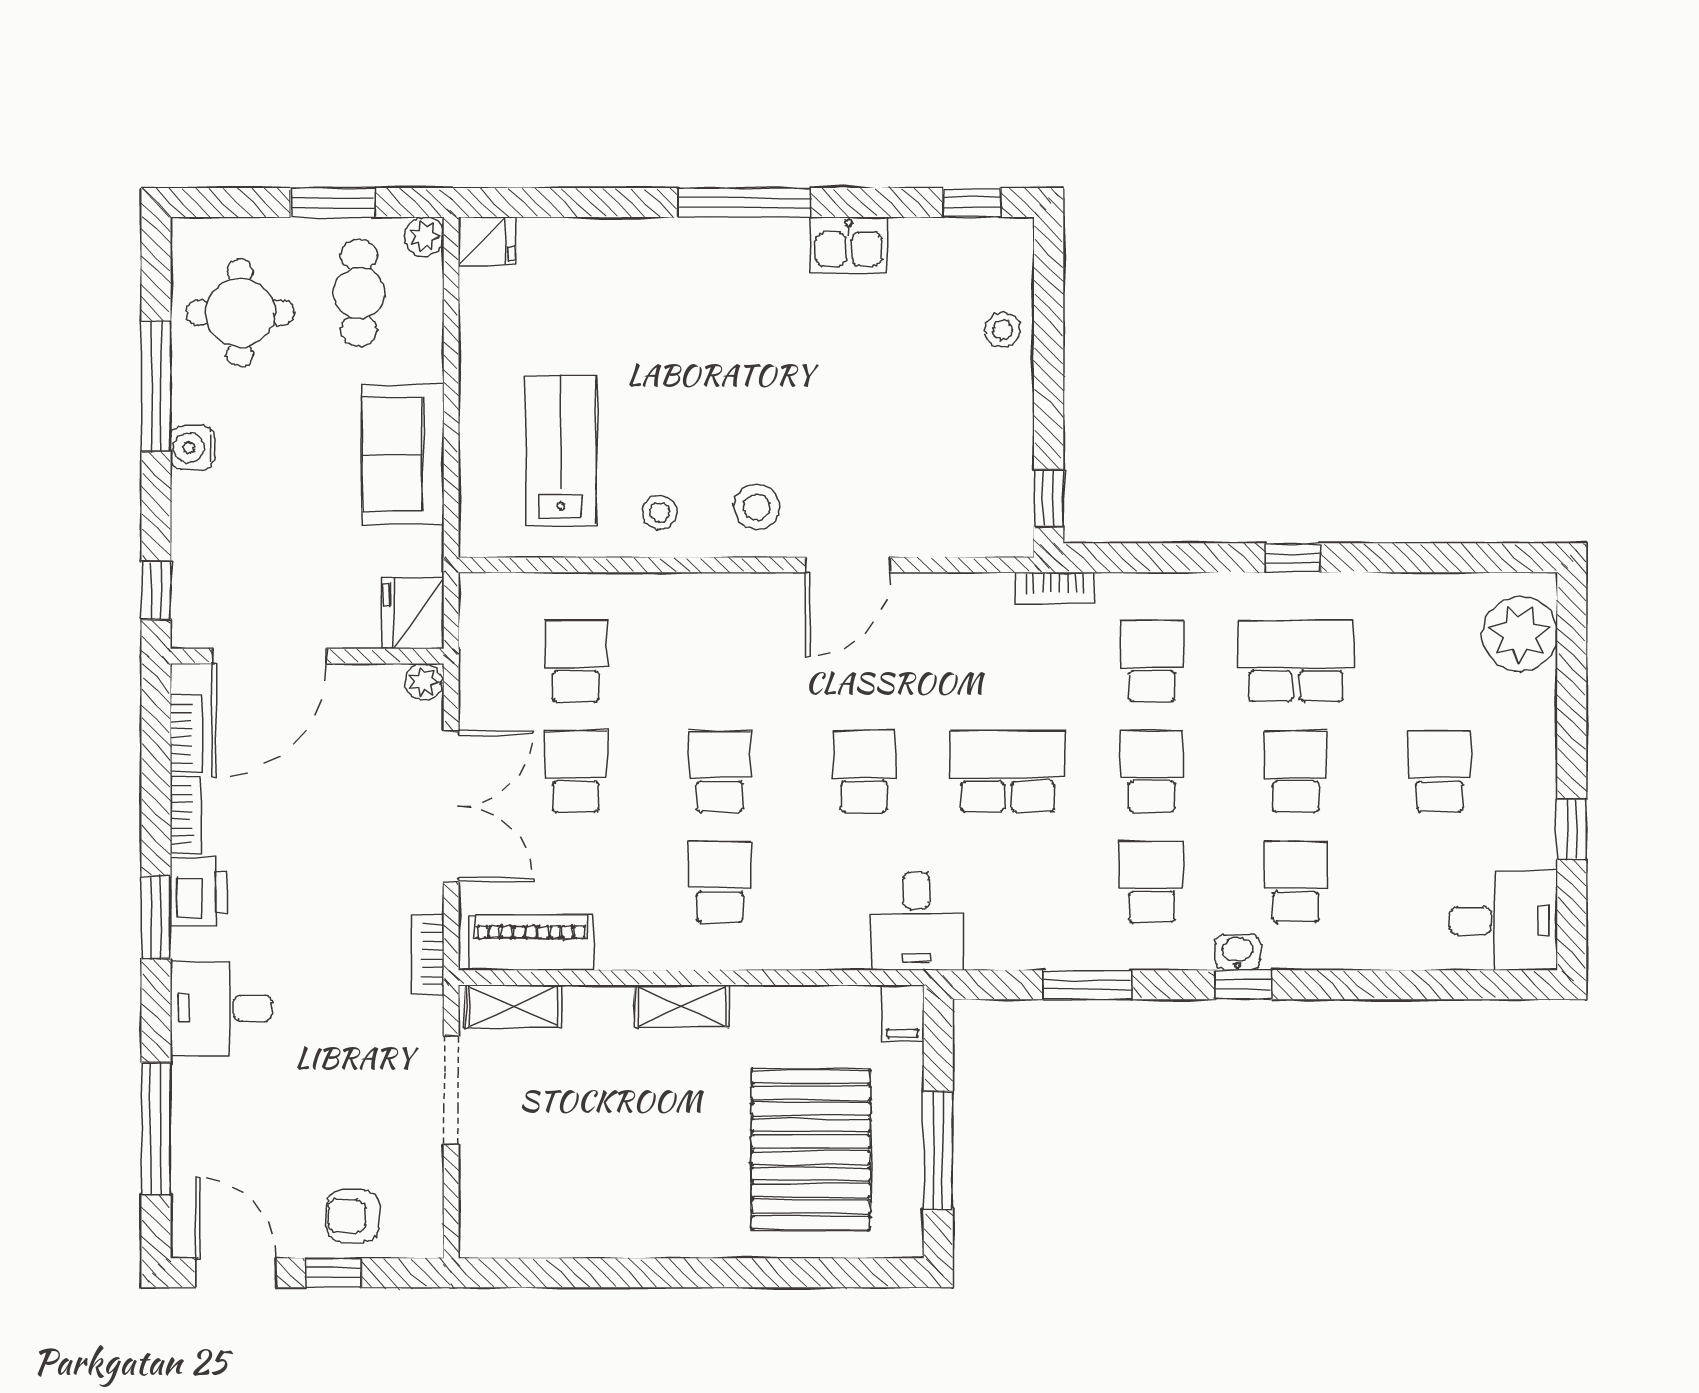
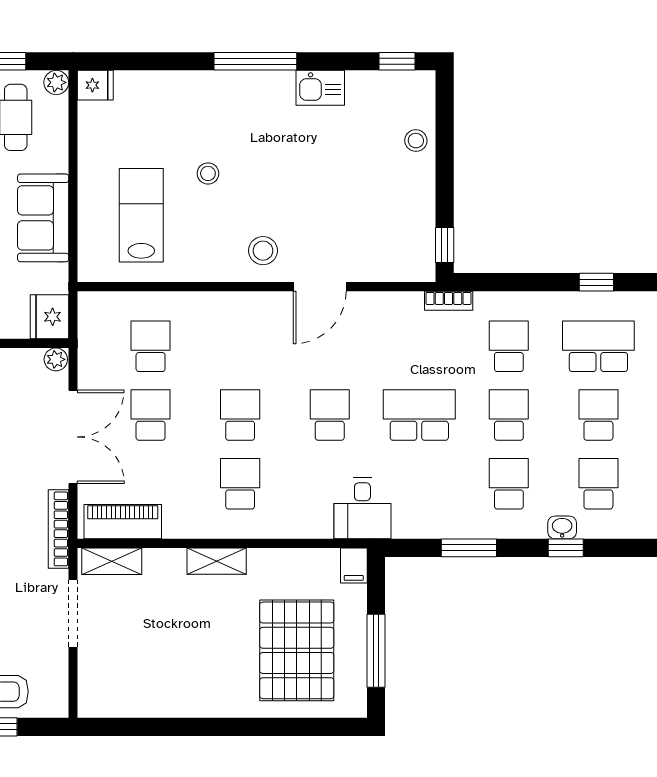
stool: (660, 512) -> (208, 173), moved
bookcase: (428, 954) -> (58, 529), width x1.56

